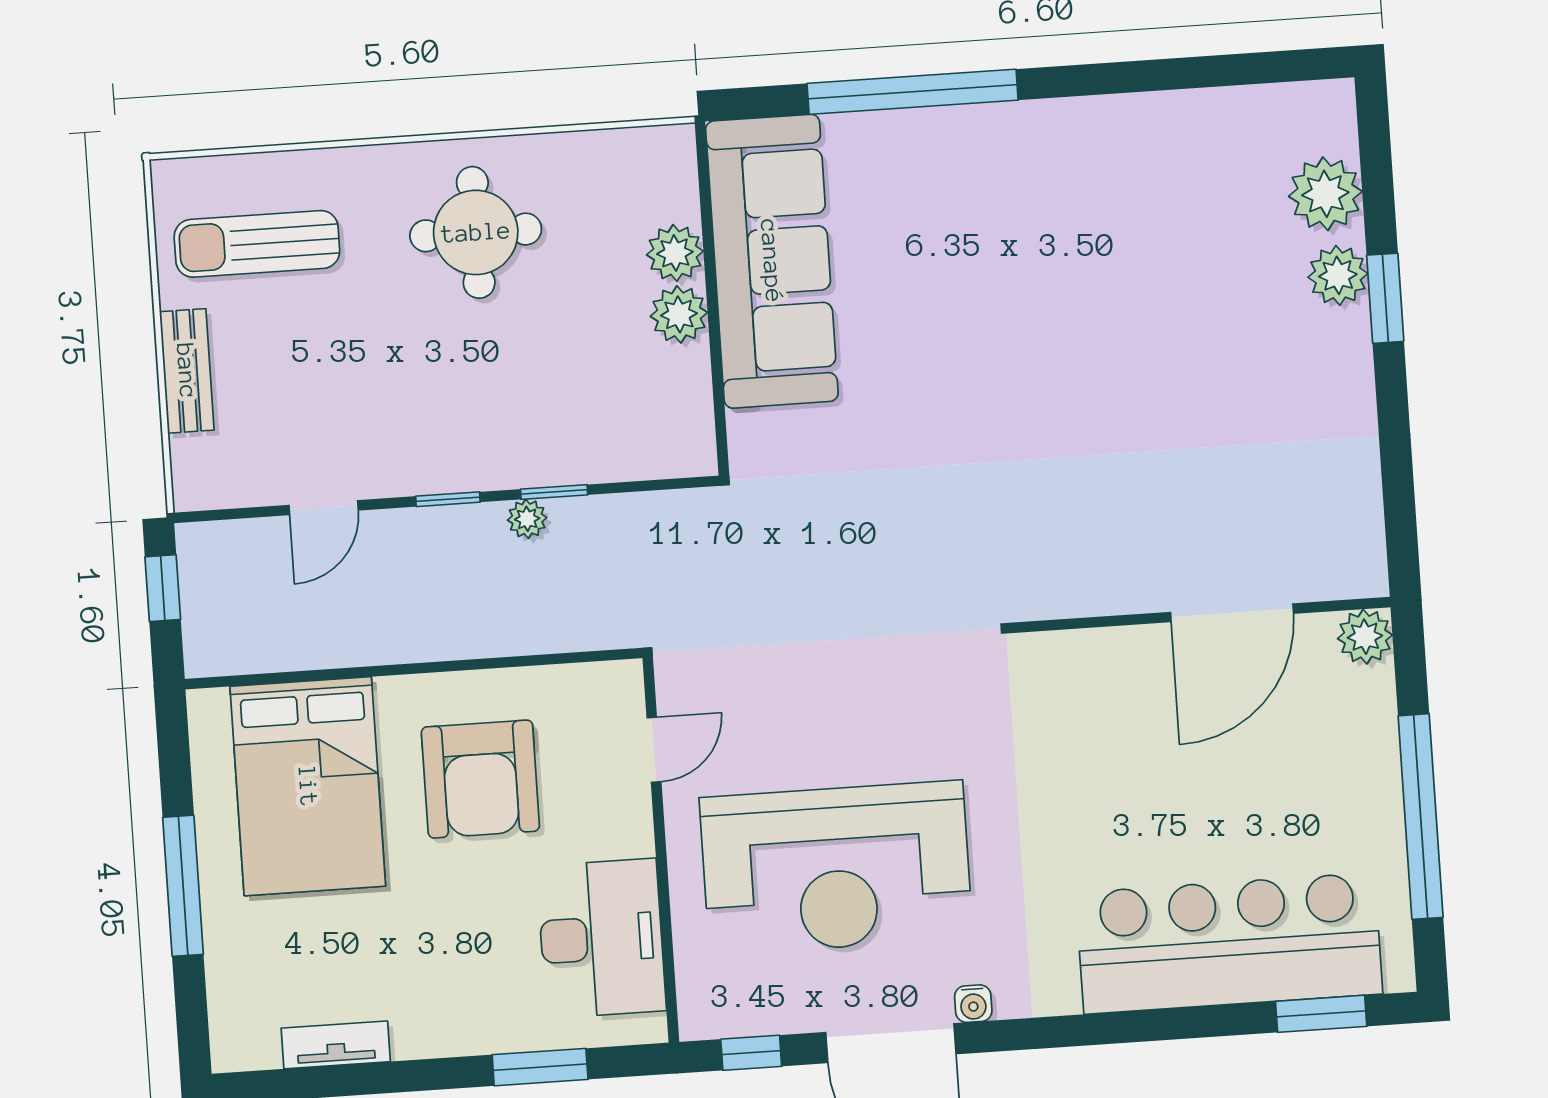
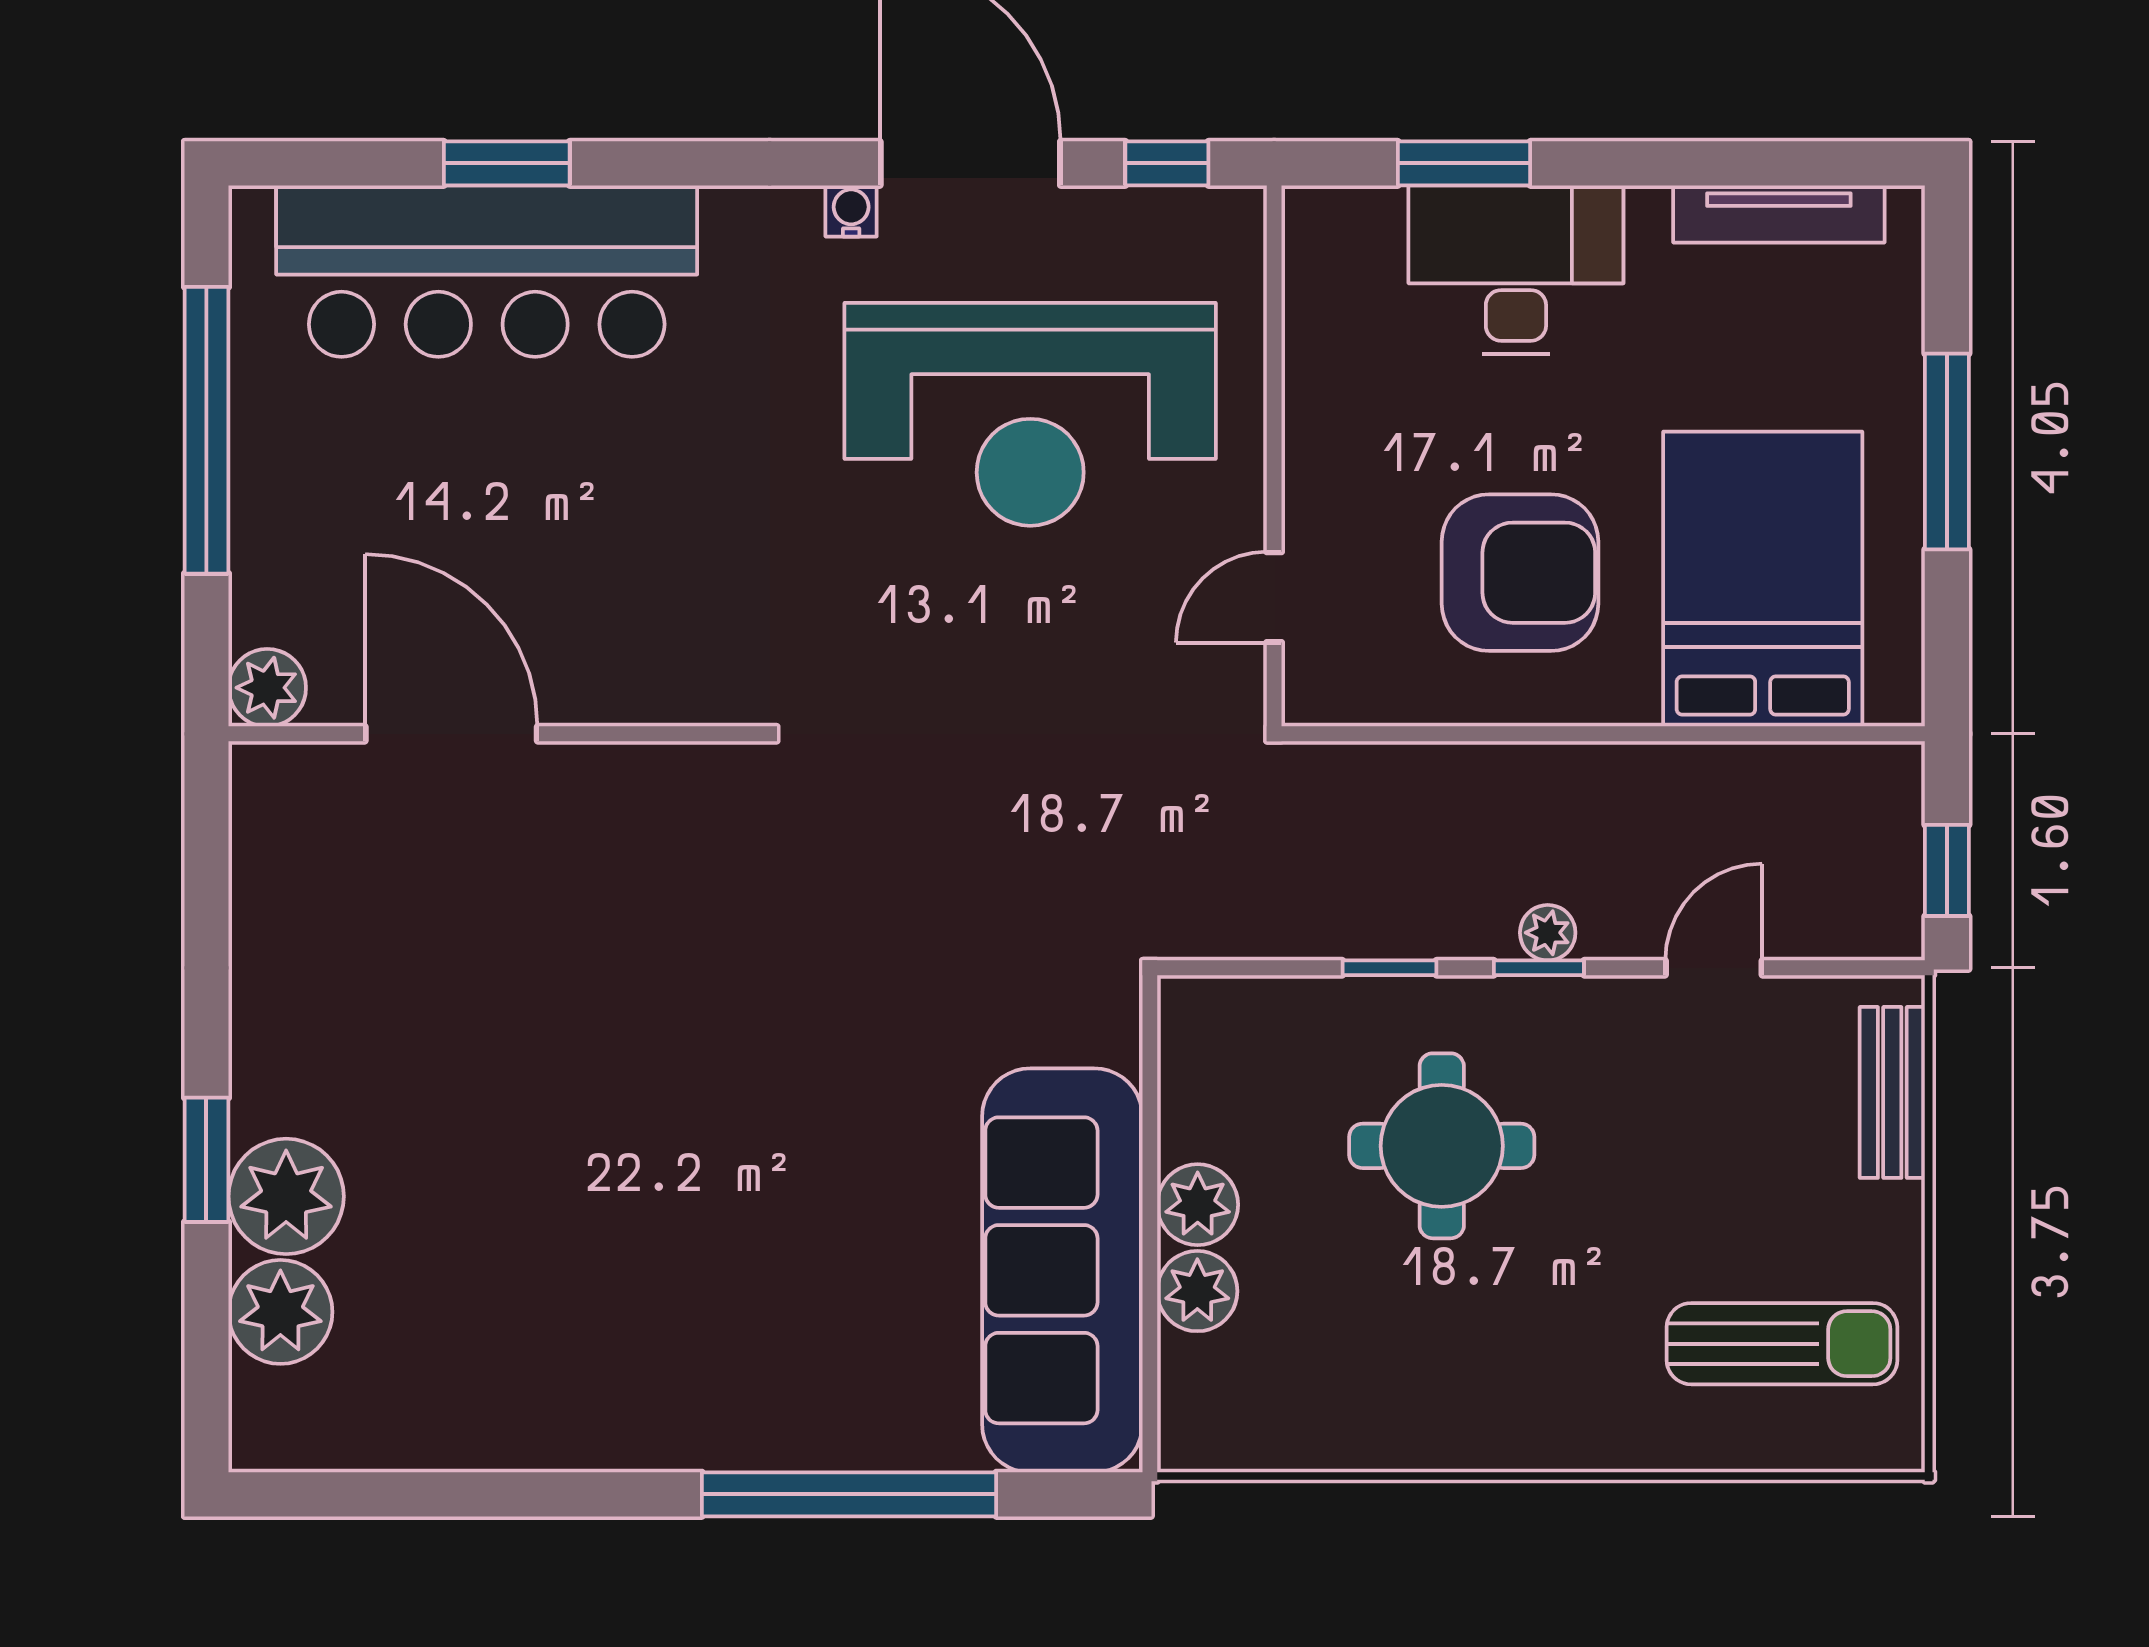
round table: (476, 232) -> (1442, 1146), moved
plant: (1338, 275) -> (286, 1196), width x1.36, depth x1.36
bench: (187, 371) -> (1892, 1092), moved
plant: (527, 519) -> (1548, 933), moved
door: (1232, 613) -> (451, 734), hinge flipped
armchair: (480, 779) -> (1520, 573), turned 90
reception desk: (836, 868) -> (1030, 414), turned 180
desk: (601, 938) -> (1516, 270), moved, turned 90
window: (1321, 1014) -> (507, 163), moved
tv unit: (336, 1045) -> (1779, 214), width x1.41

